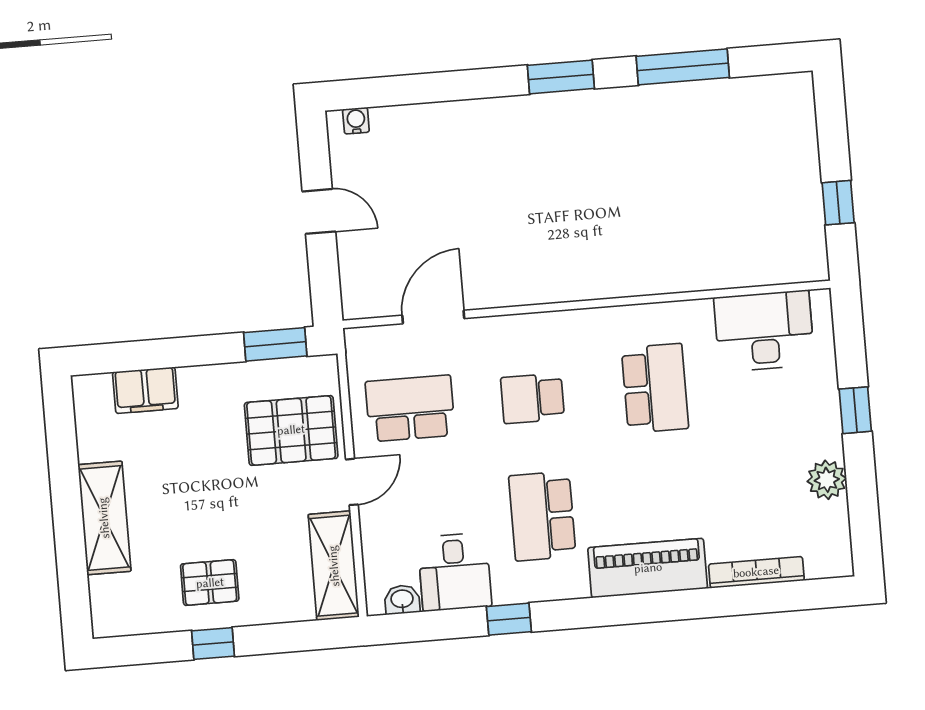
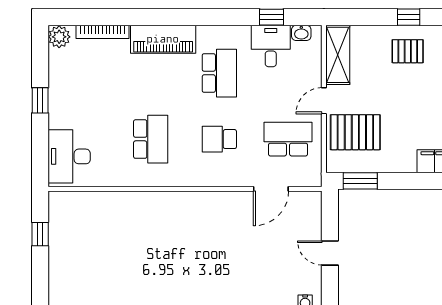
desk: (764, 331) -> (69, 156), moved, turned 90
school desk: (655, 388) -> (151, 139), turned 180
school desk: (533, 398) -> (219, 139), turned 180
school desk: (410, 408) -> (288, 139), turned 180
window: (855, 410) -> (40, 100), moved
plant: (827, 480) -> (59, 37), moved
window: (509, 619) -> (272, 17), moved

